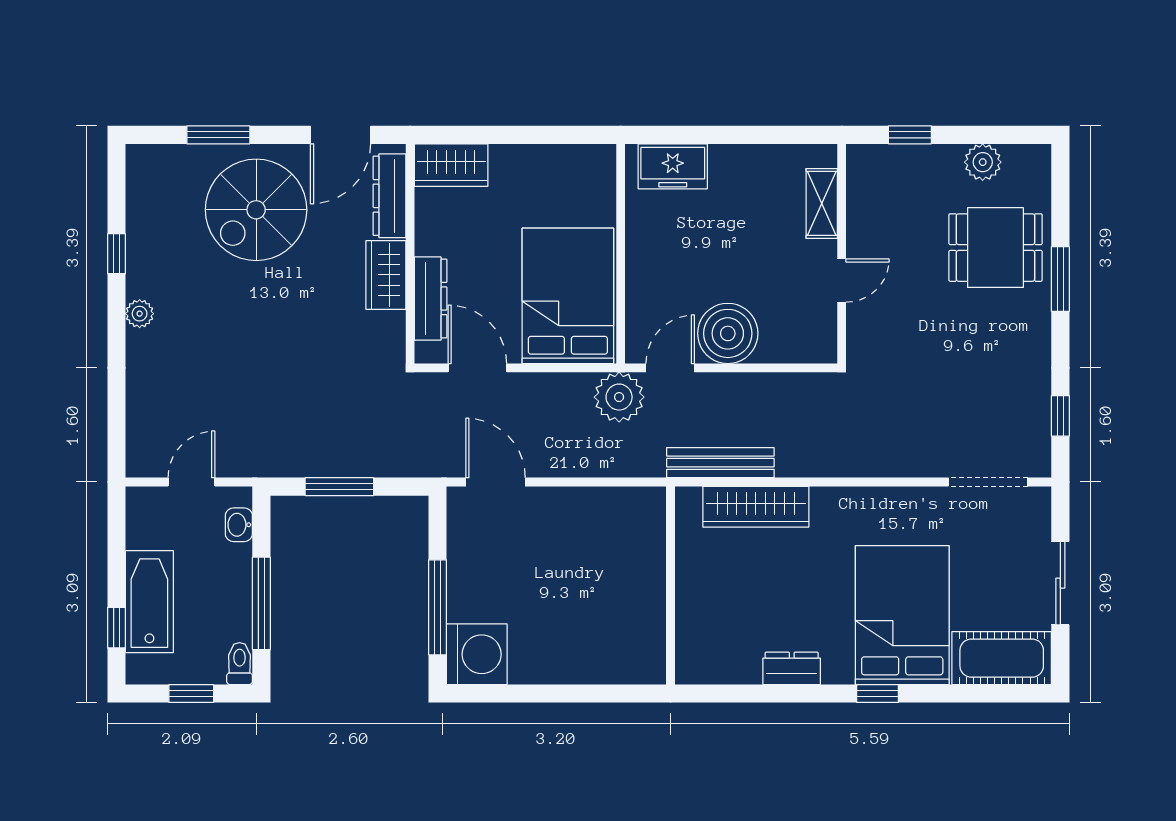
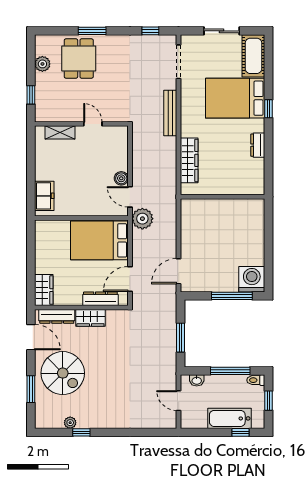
plant: (140, 314) -> (70, 423), moved
boiler: (728, 333) -> (121, 178), width x0.54, depth x0.54
bench: (720, 463) -> (170, 113), moved

